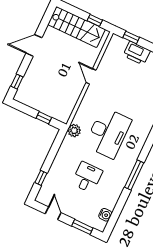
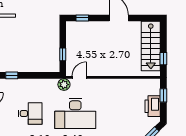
door: (91, 76) -> (79, 77), moved

